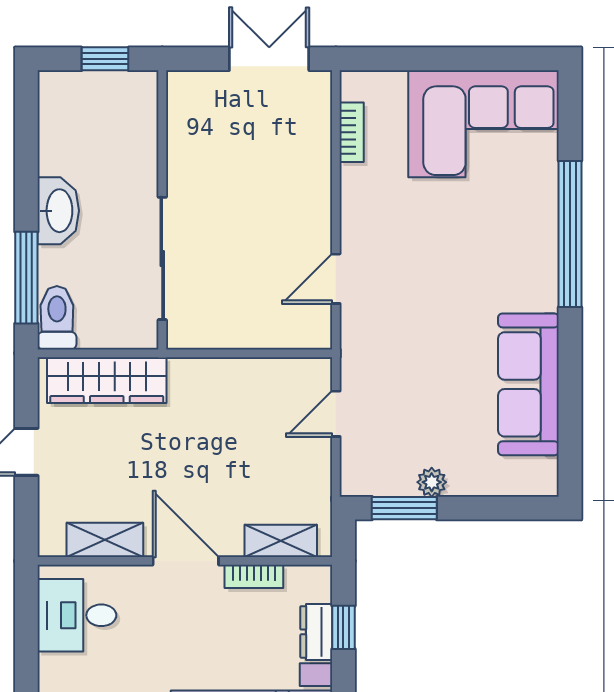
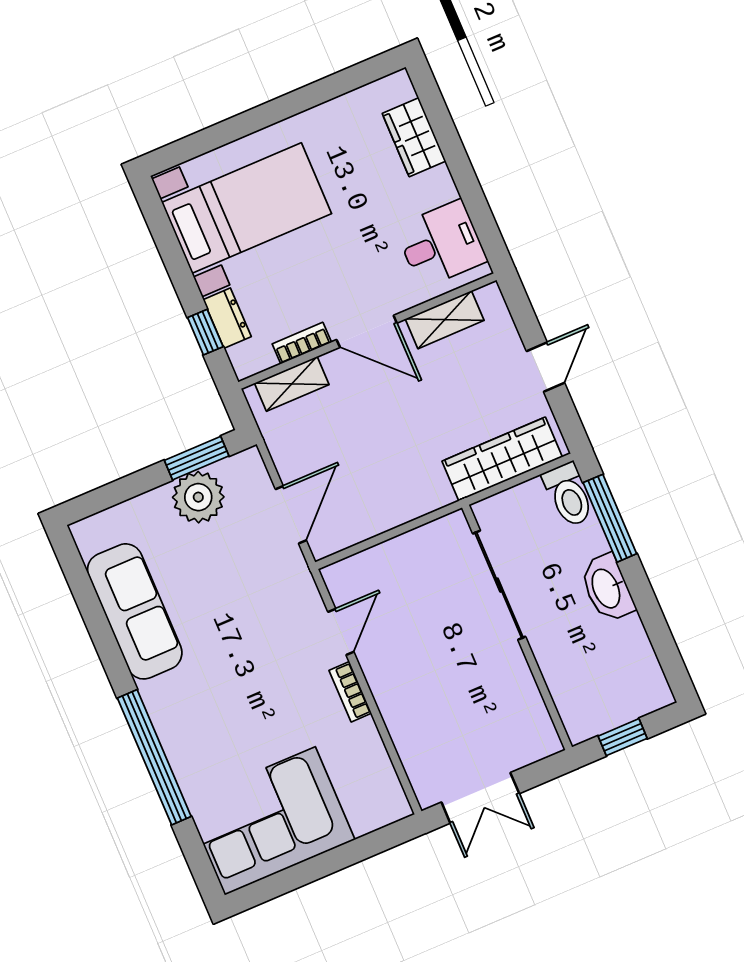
bookcase: (352, 132) -> (350, 692), moved
door: (336, 414) -> (291, 515), width x1.38
plant: (432, 482) -> (198, 497), width x1.88, depth x1.88

